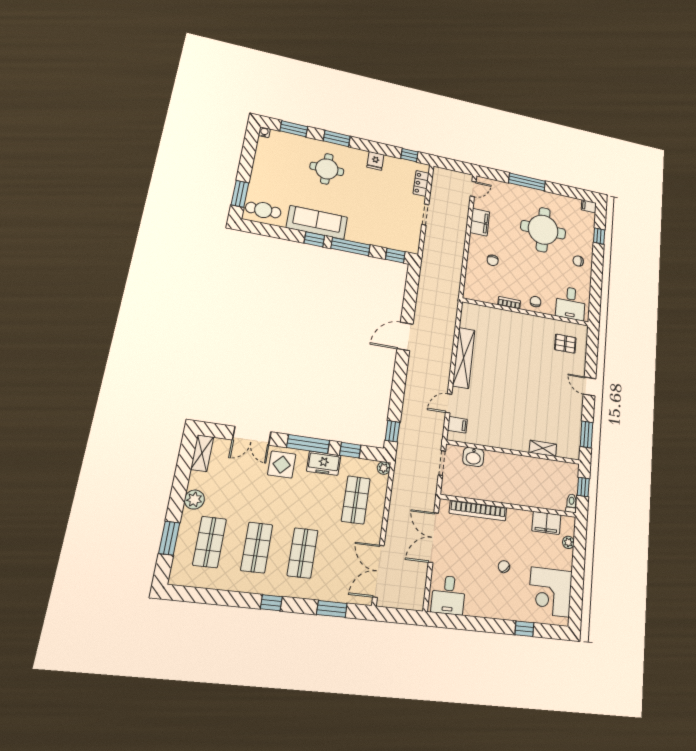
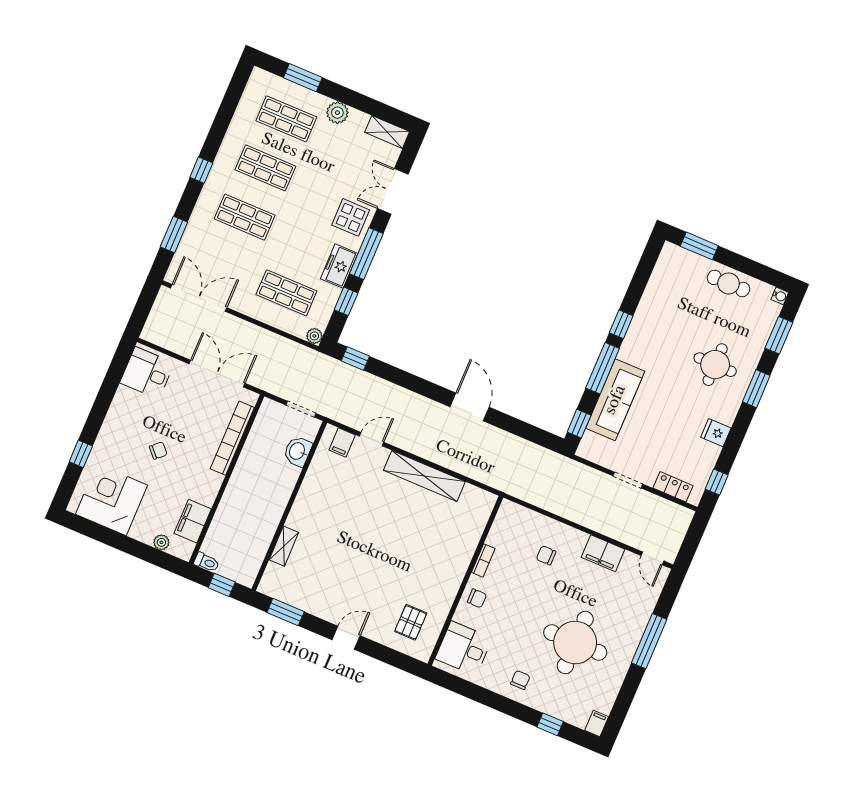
cafe table: (263, 210) -> (729, 283), moved, turned 90
sofa: (317, 222) -> (615, 400), moved
door: (449, 403) -> (372, 439), hinge flipped

